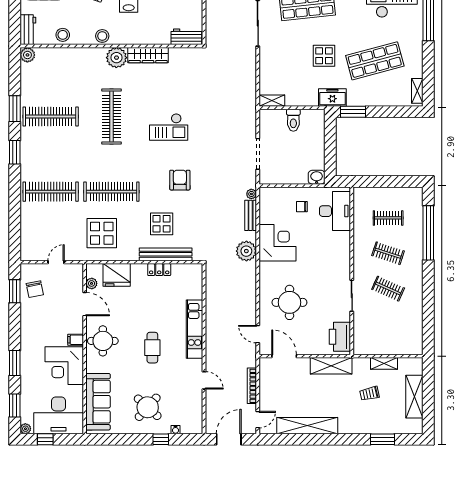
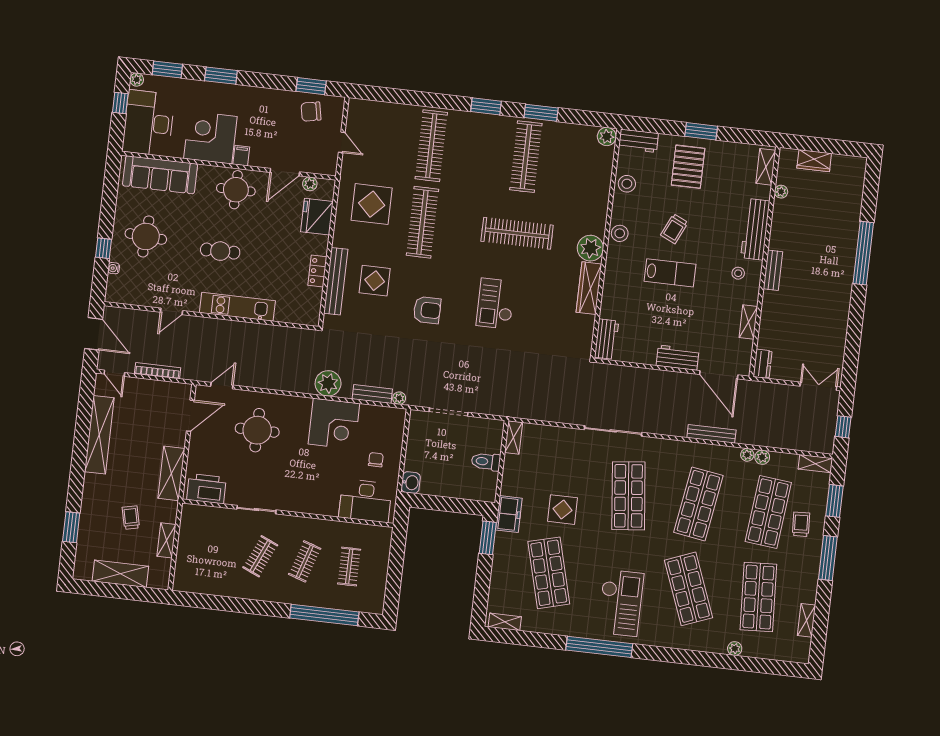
round table: (148, 407) -> (146, 236), turned -38

